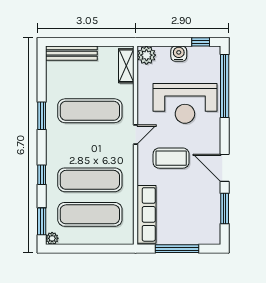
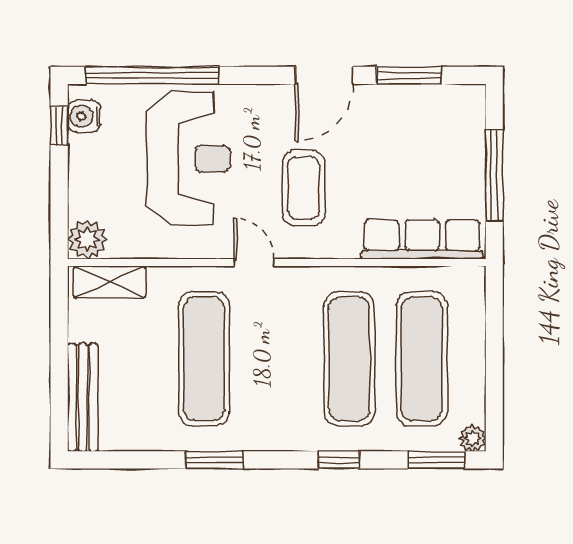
water cooler: (179, 54) -> (84, 116), moved

